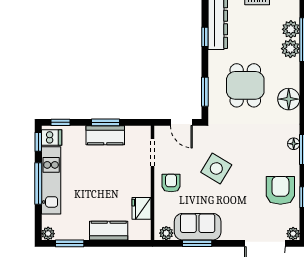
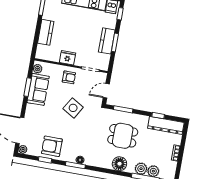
floor lamp: (289, 99) -> (119, 164), moved
armchair: (280, 190) -> (52, 146), turned 180
fridge: (142, 208) -> (68, 58), moved

